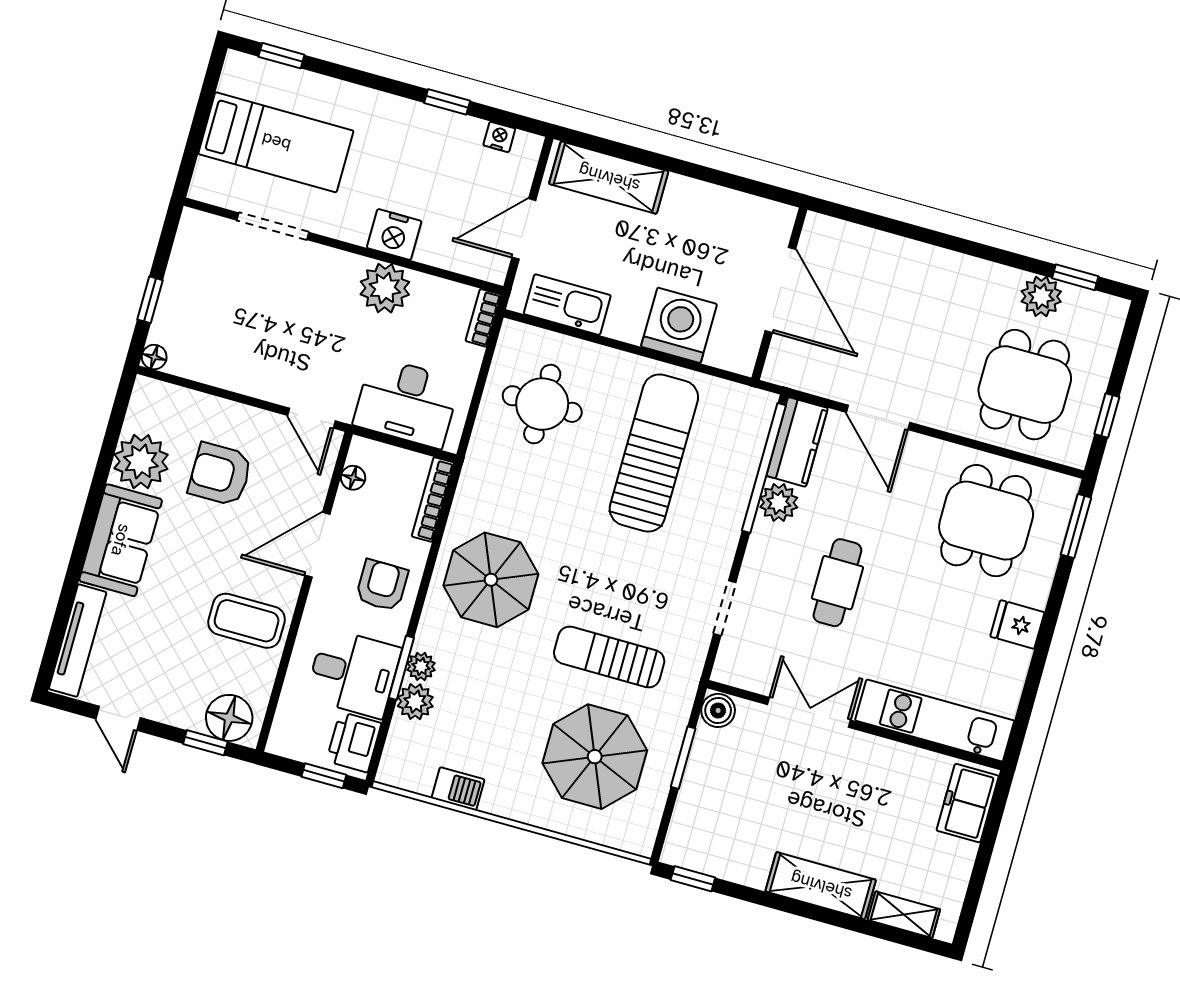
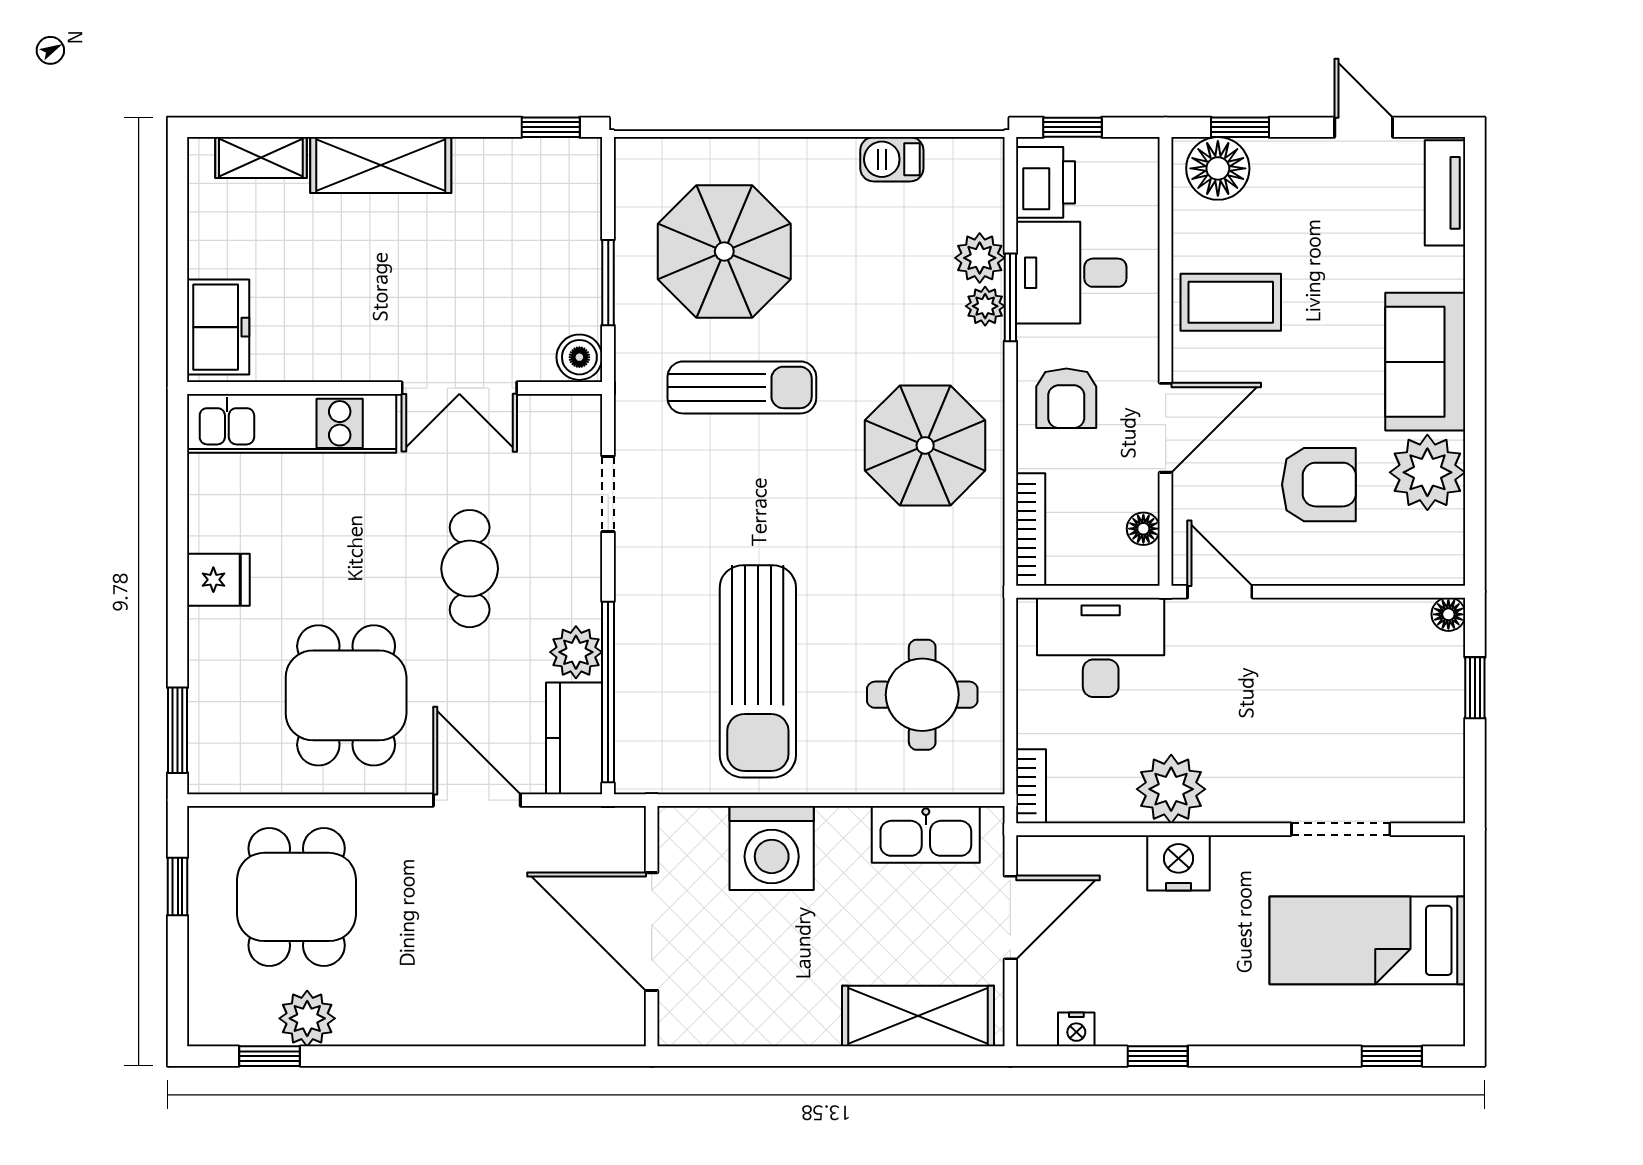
dining table: (986, 521) -> (346, 695), moved
tv unit: (78, 640) -> (1445, 193), width x0.71

